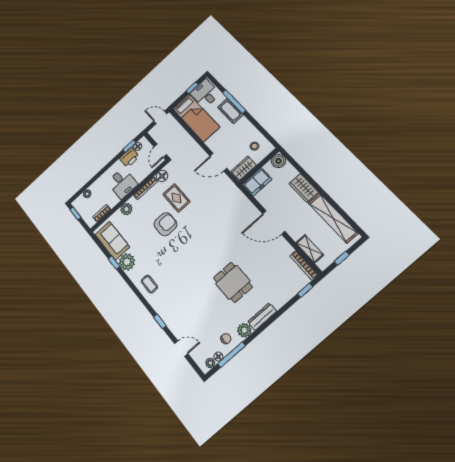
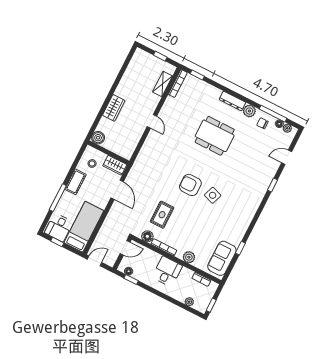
cot: (230, 111) -> (76, 182), moved
door: (160, 117) -> (94, 261), swing flipped
printer: (129, 157) -> (141, 275), removed
freezer: (257, 182) -> (122, 149), removed
shelving: (333, 218) -> (130, 75), removed
door: (274, 223) -> (152, 121), width x0.53
armchair: (165, 224) -> (190, 185), moved
side table: (175, 256) -> (213, 195), added
plant: (127, 262) -> (235, 236), removed
dining table: (233, 282) -> (215, 136), width x1.38
coffee table: (149, 284) -> (245, 208), removed
door: (181, 349) -> (287, 157), hinge flipped

